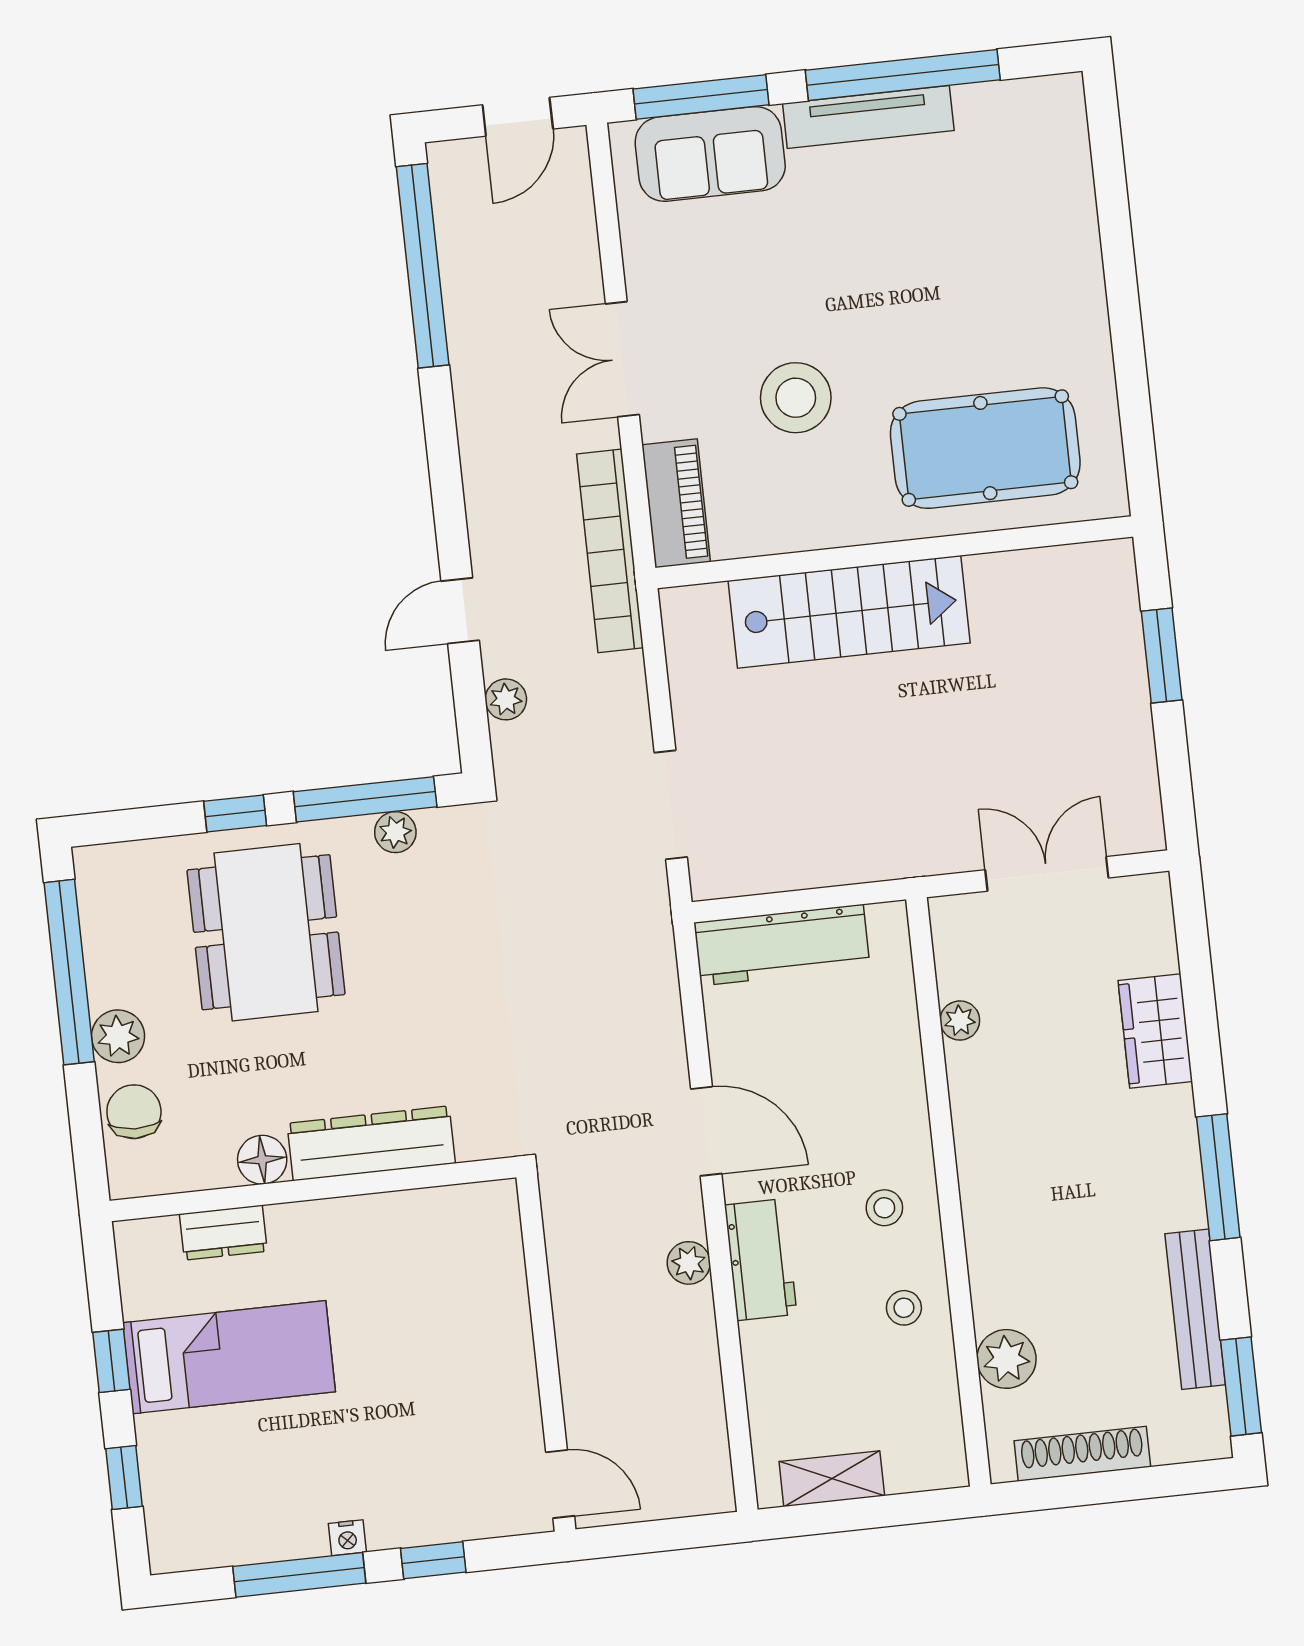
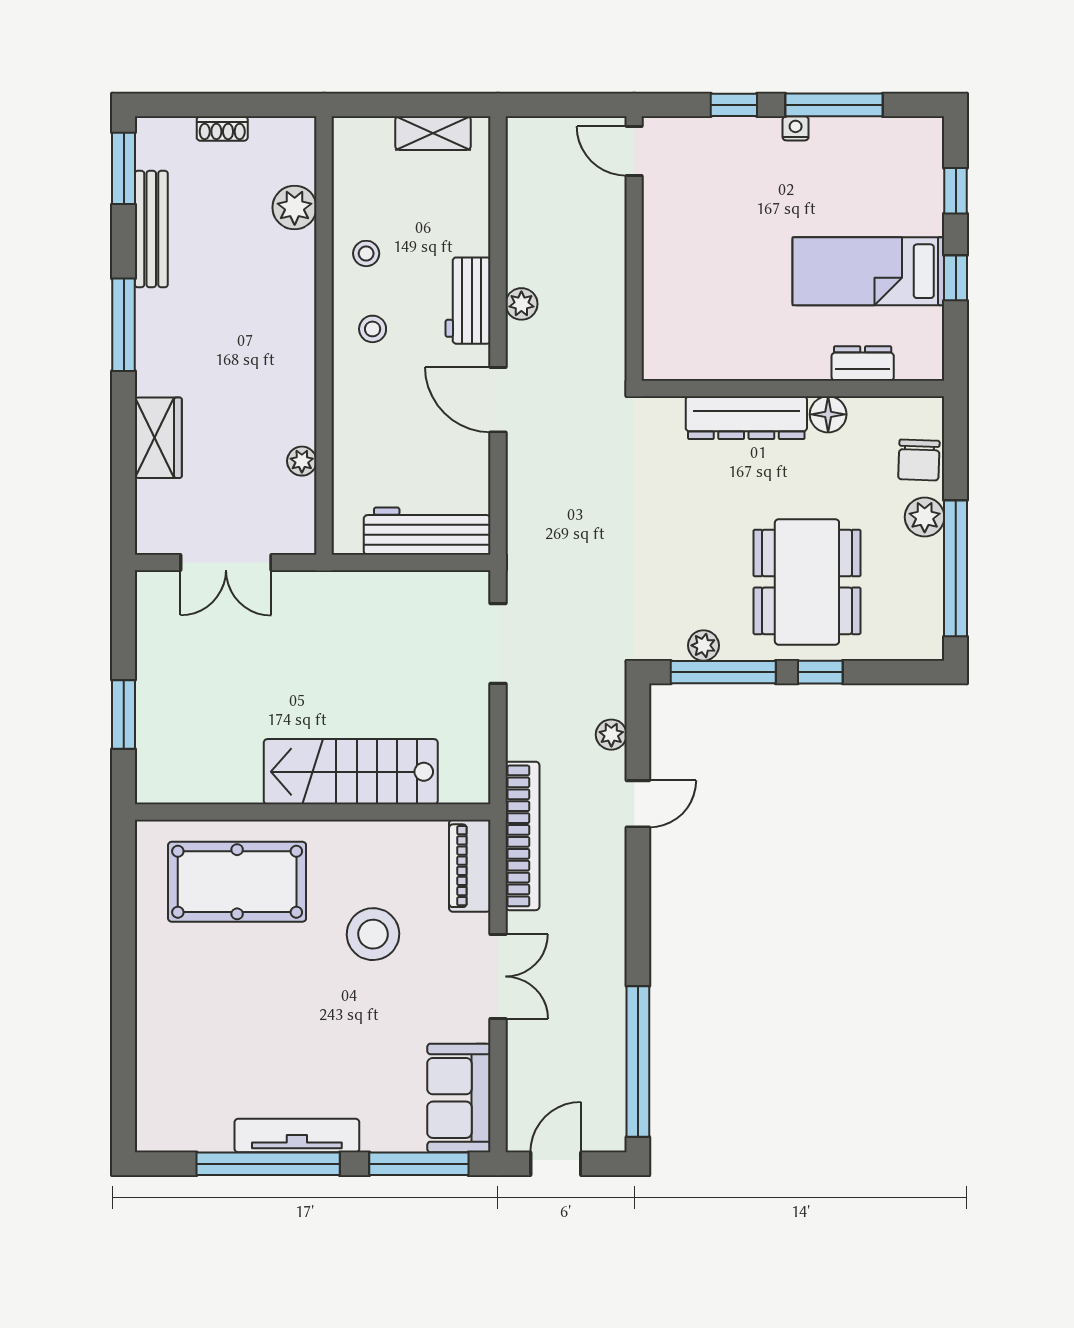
sofa: (710, 154) -> (459, 1098), moved, turned -90
shoe rack: (1082, 1454) -> (222, 129), width x0.51, depth x0.81

